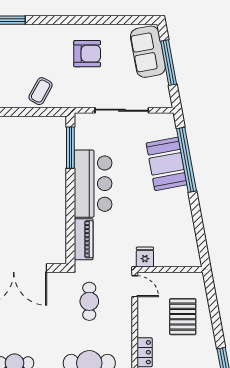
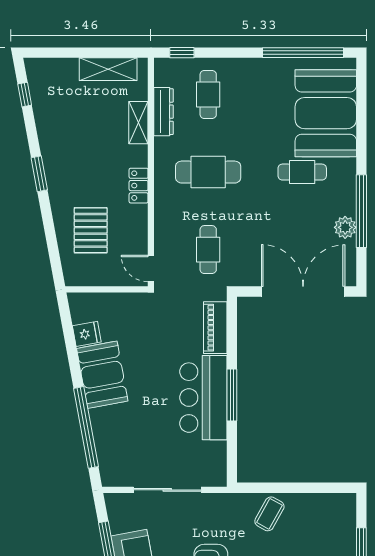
window: (70, 148) -> (232, 395), moved
booth: (167, 164) -> (102, 375), moved
fridge: (145, 257) -> (87, 334), moved, turned -100

